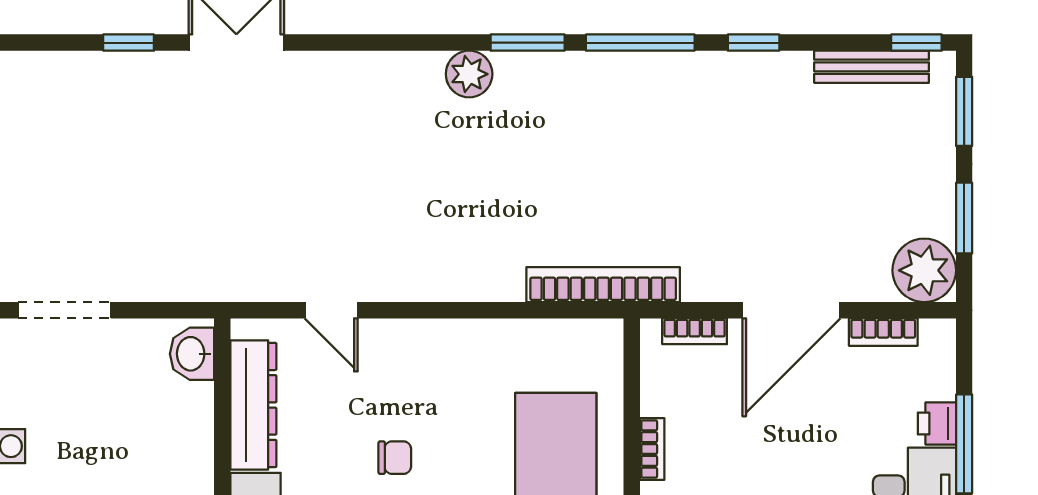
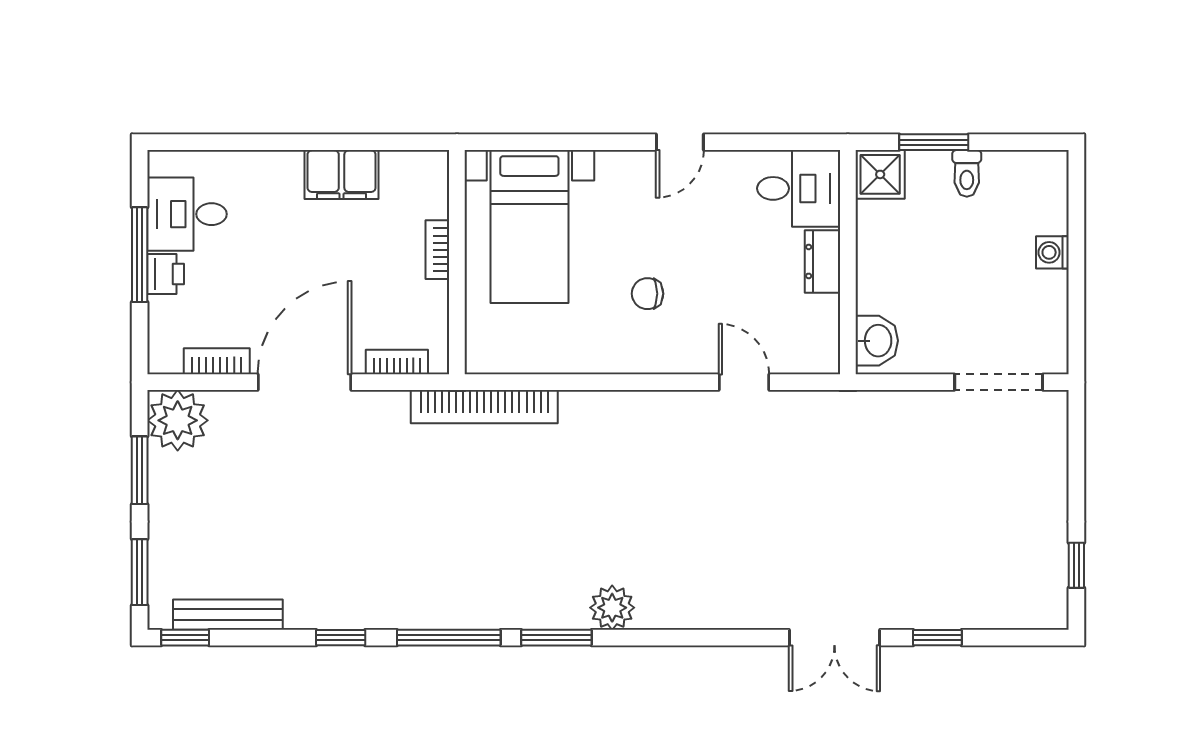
dresser: (253, 405) -> (823, 261), width x0.51, depth x0.80
chair: (395, 458) -> (647, 294), moved

